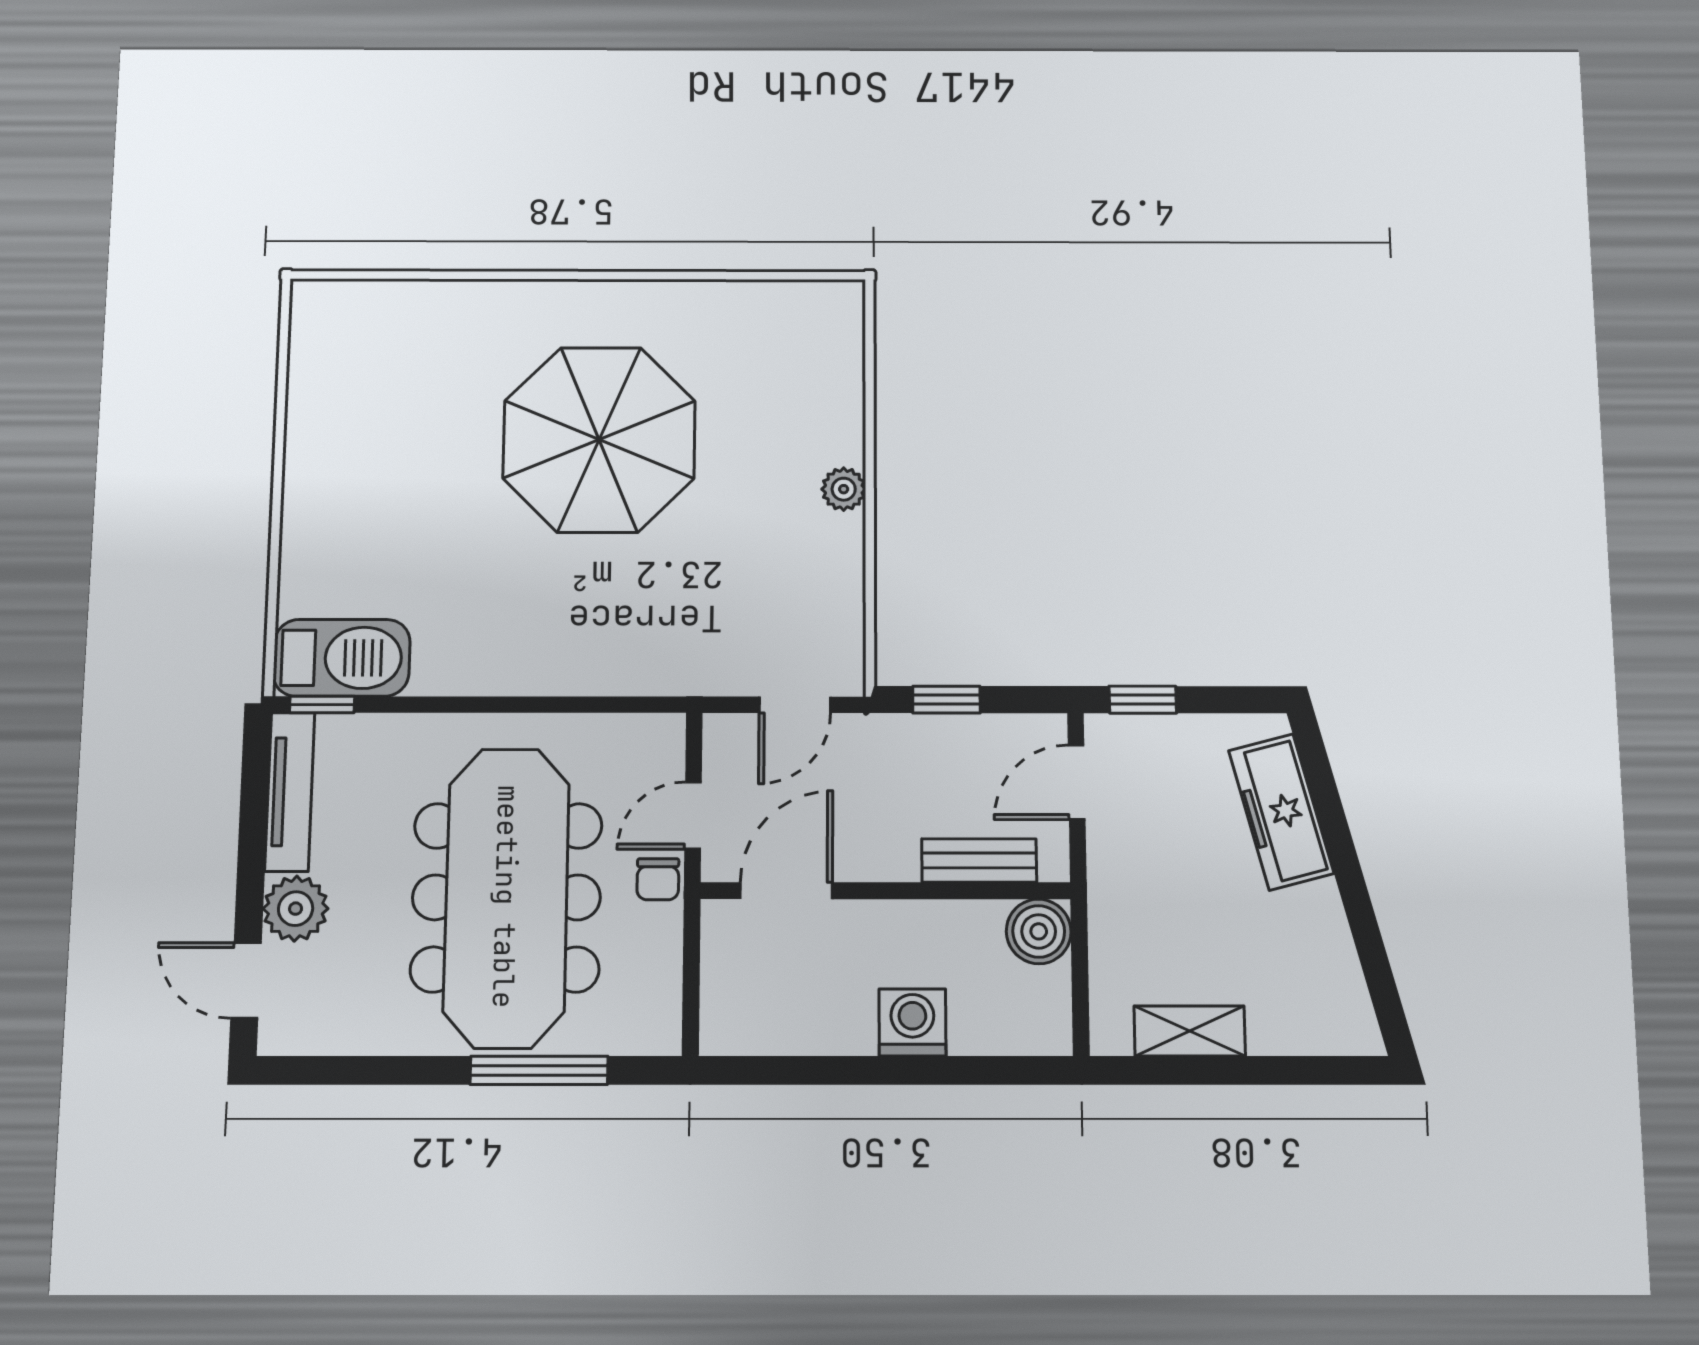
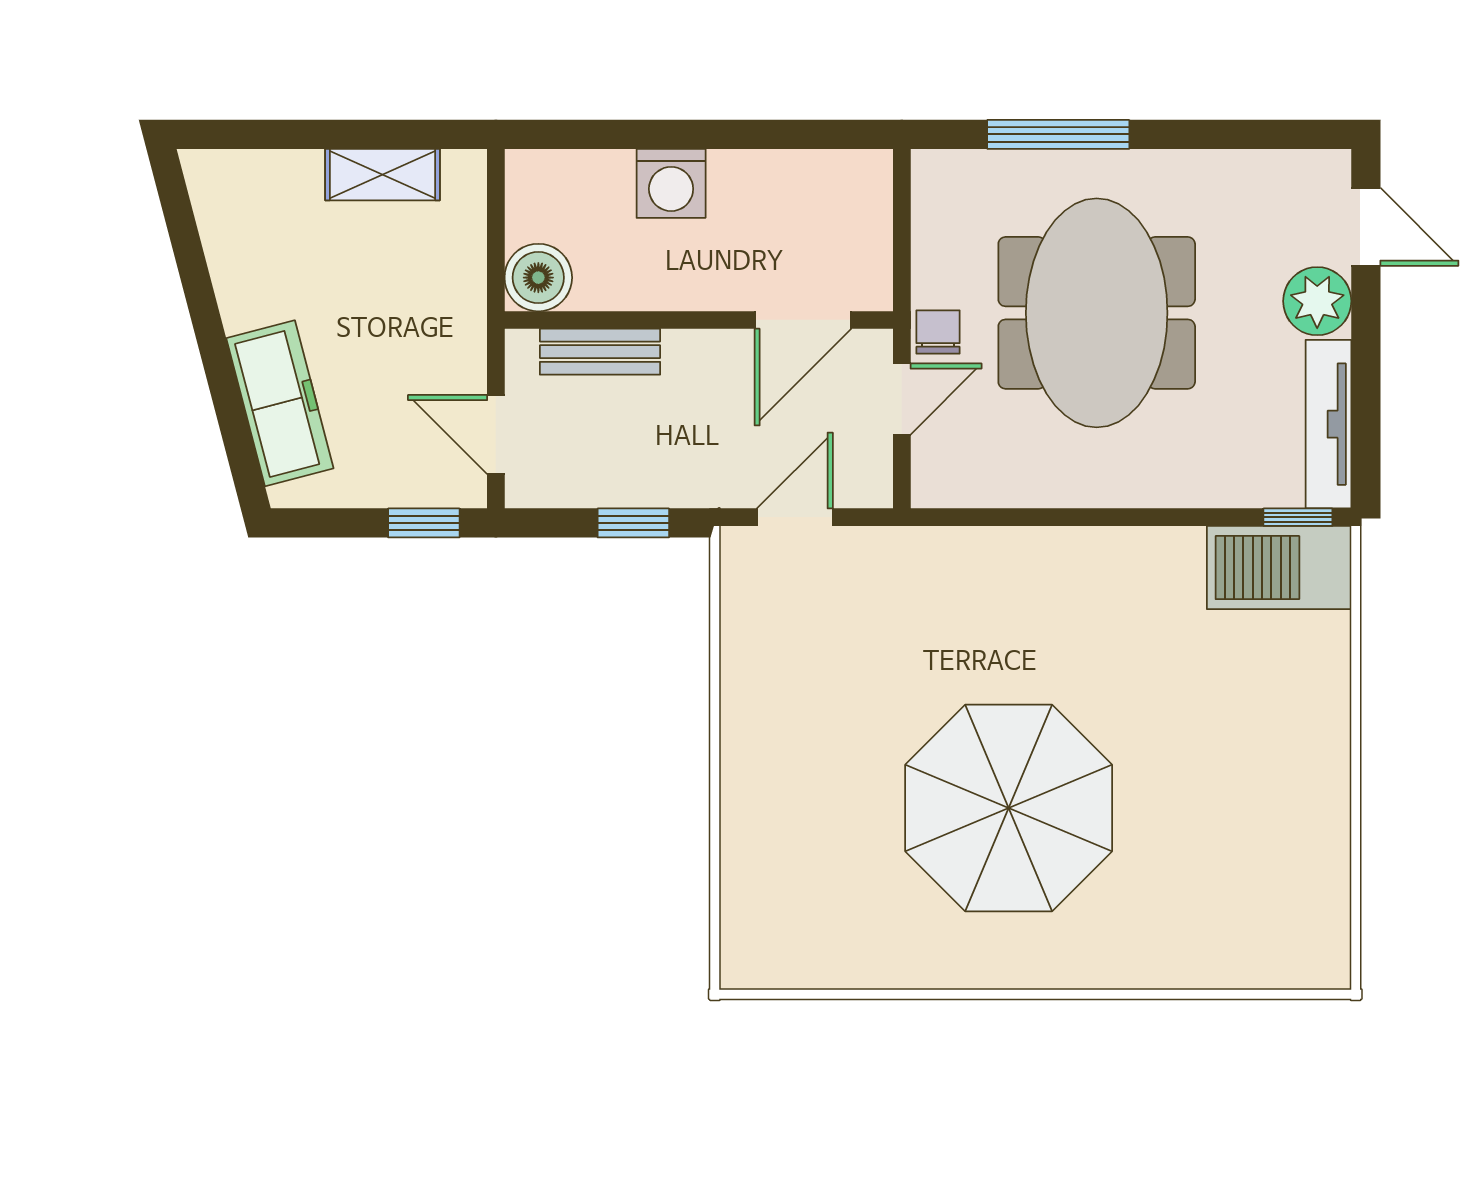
plant: (844, 489) -> (743, 753), removed
door: (1077, 782) -> (496, 435), swing flipped
meeting table: (506, 897) -> (1097, 313), width x0.73

